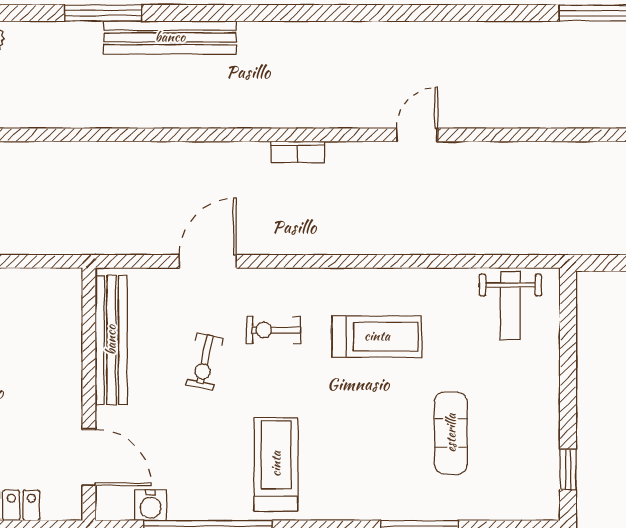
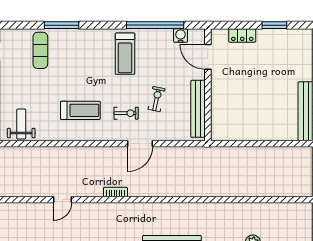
door: (208, 261) -> (140, 144), moved
treadmill: (377, 336) -> (80, 110), turned 180
exercise mat: (451, 433) -> (40, 50), moved

